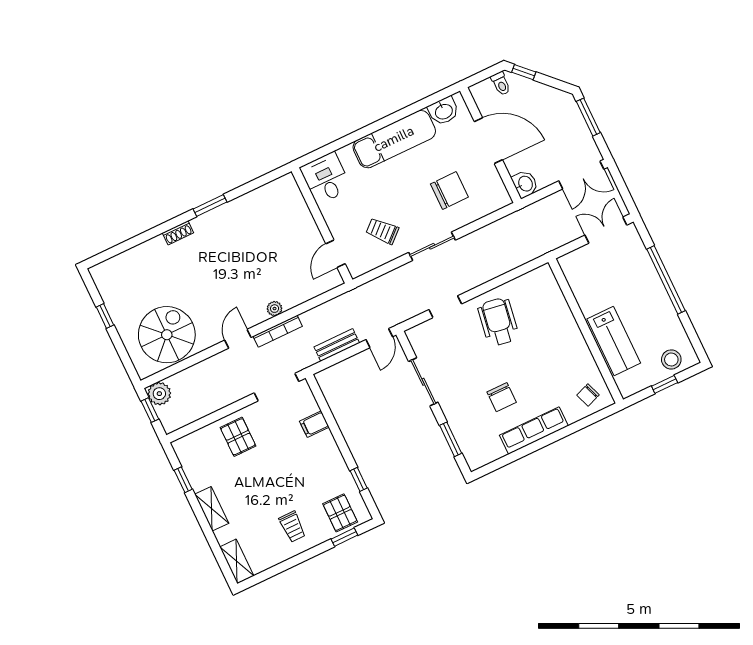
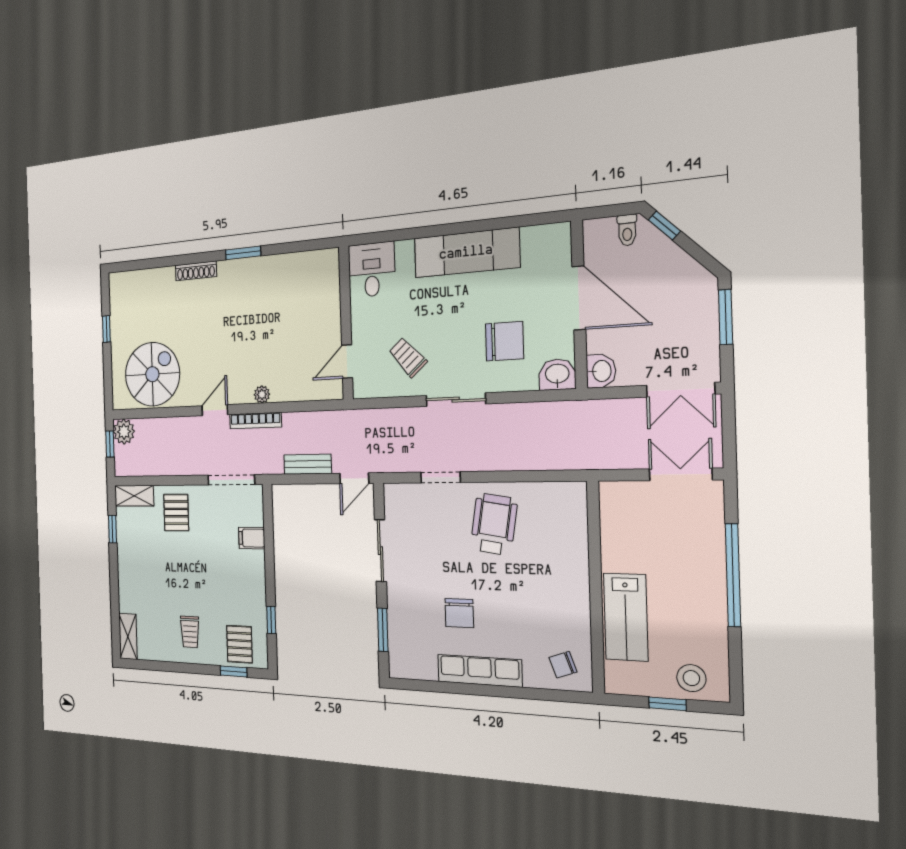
washbasin: (444, 111) -> (557, 374), moved, turned 180
shoe rack: (178, 233) -> (196, 271), width x1.43
shelving: (212, 509) -> (134, 496), moved, turned 90

